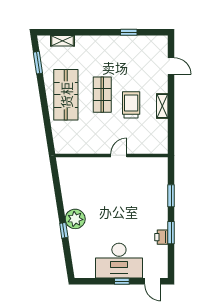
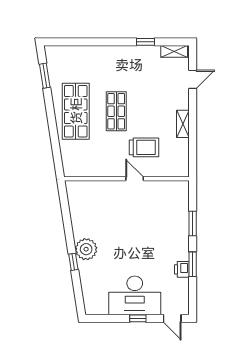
shelving: (62, 41) -> (174, 51), moved
door: (171, 66) -> (193, 79), hinge flipped
trolley: (131, 105) -> (144, 147), moved, turned 90
door: (119, 155) -> (135, 179), hinge flipped

